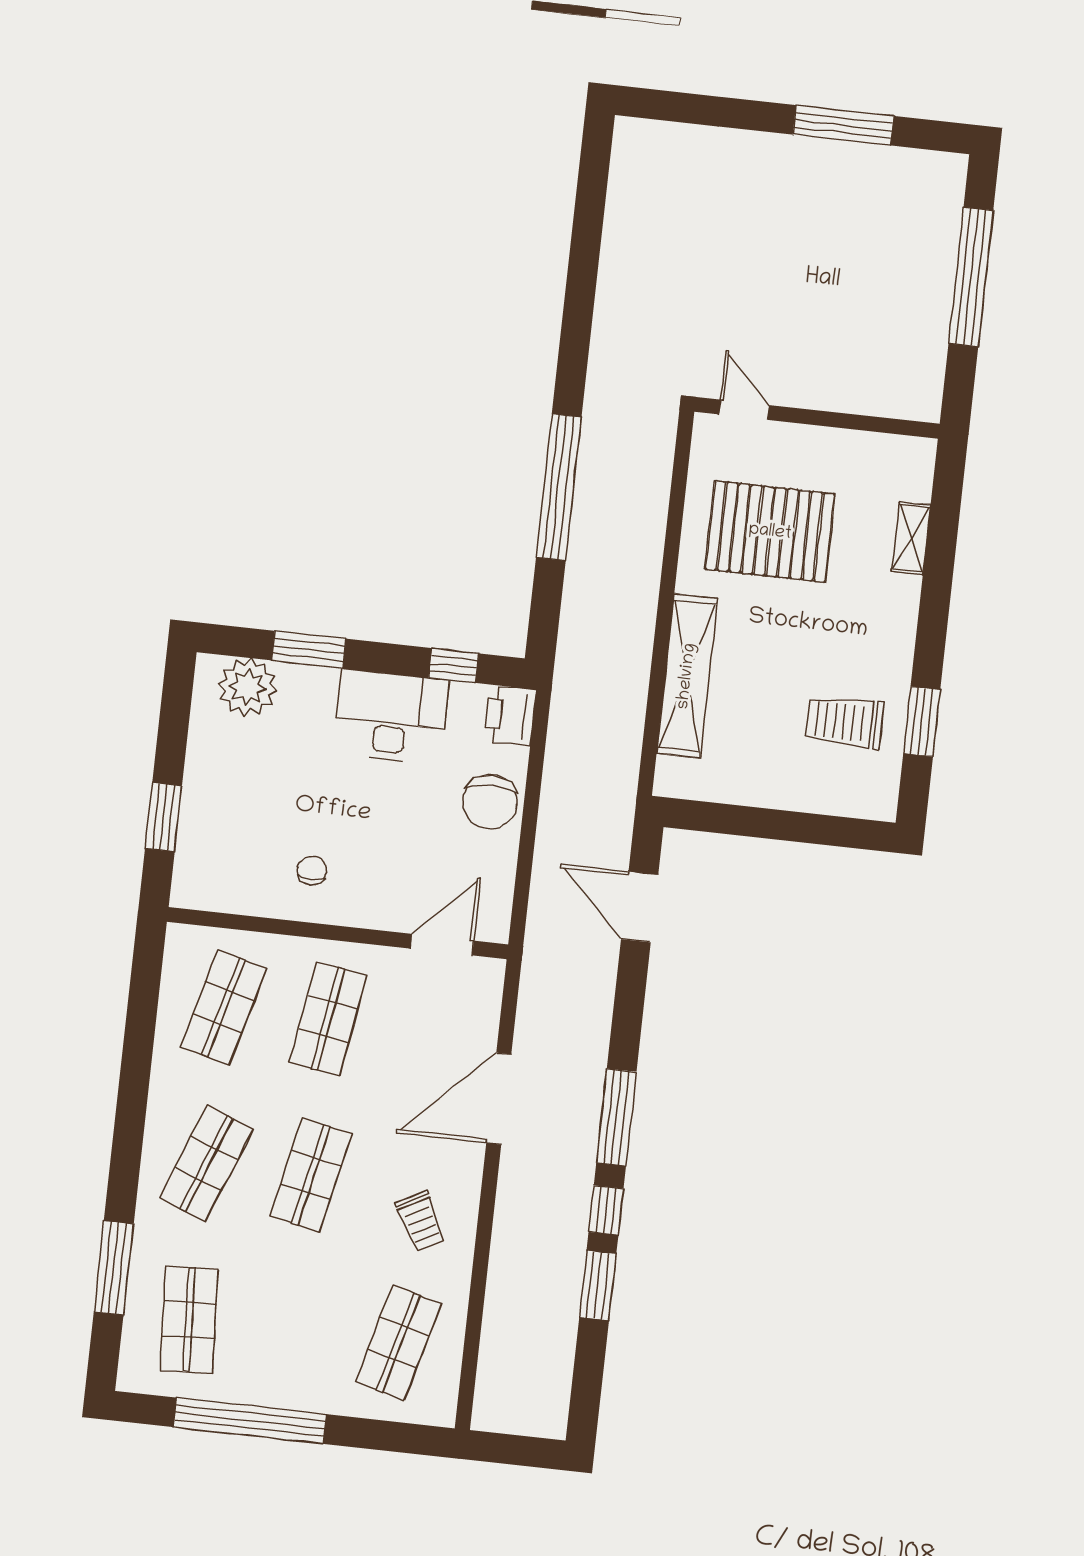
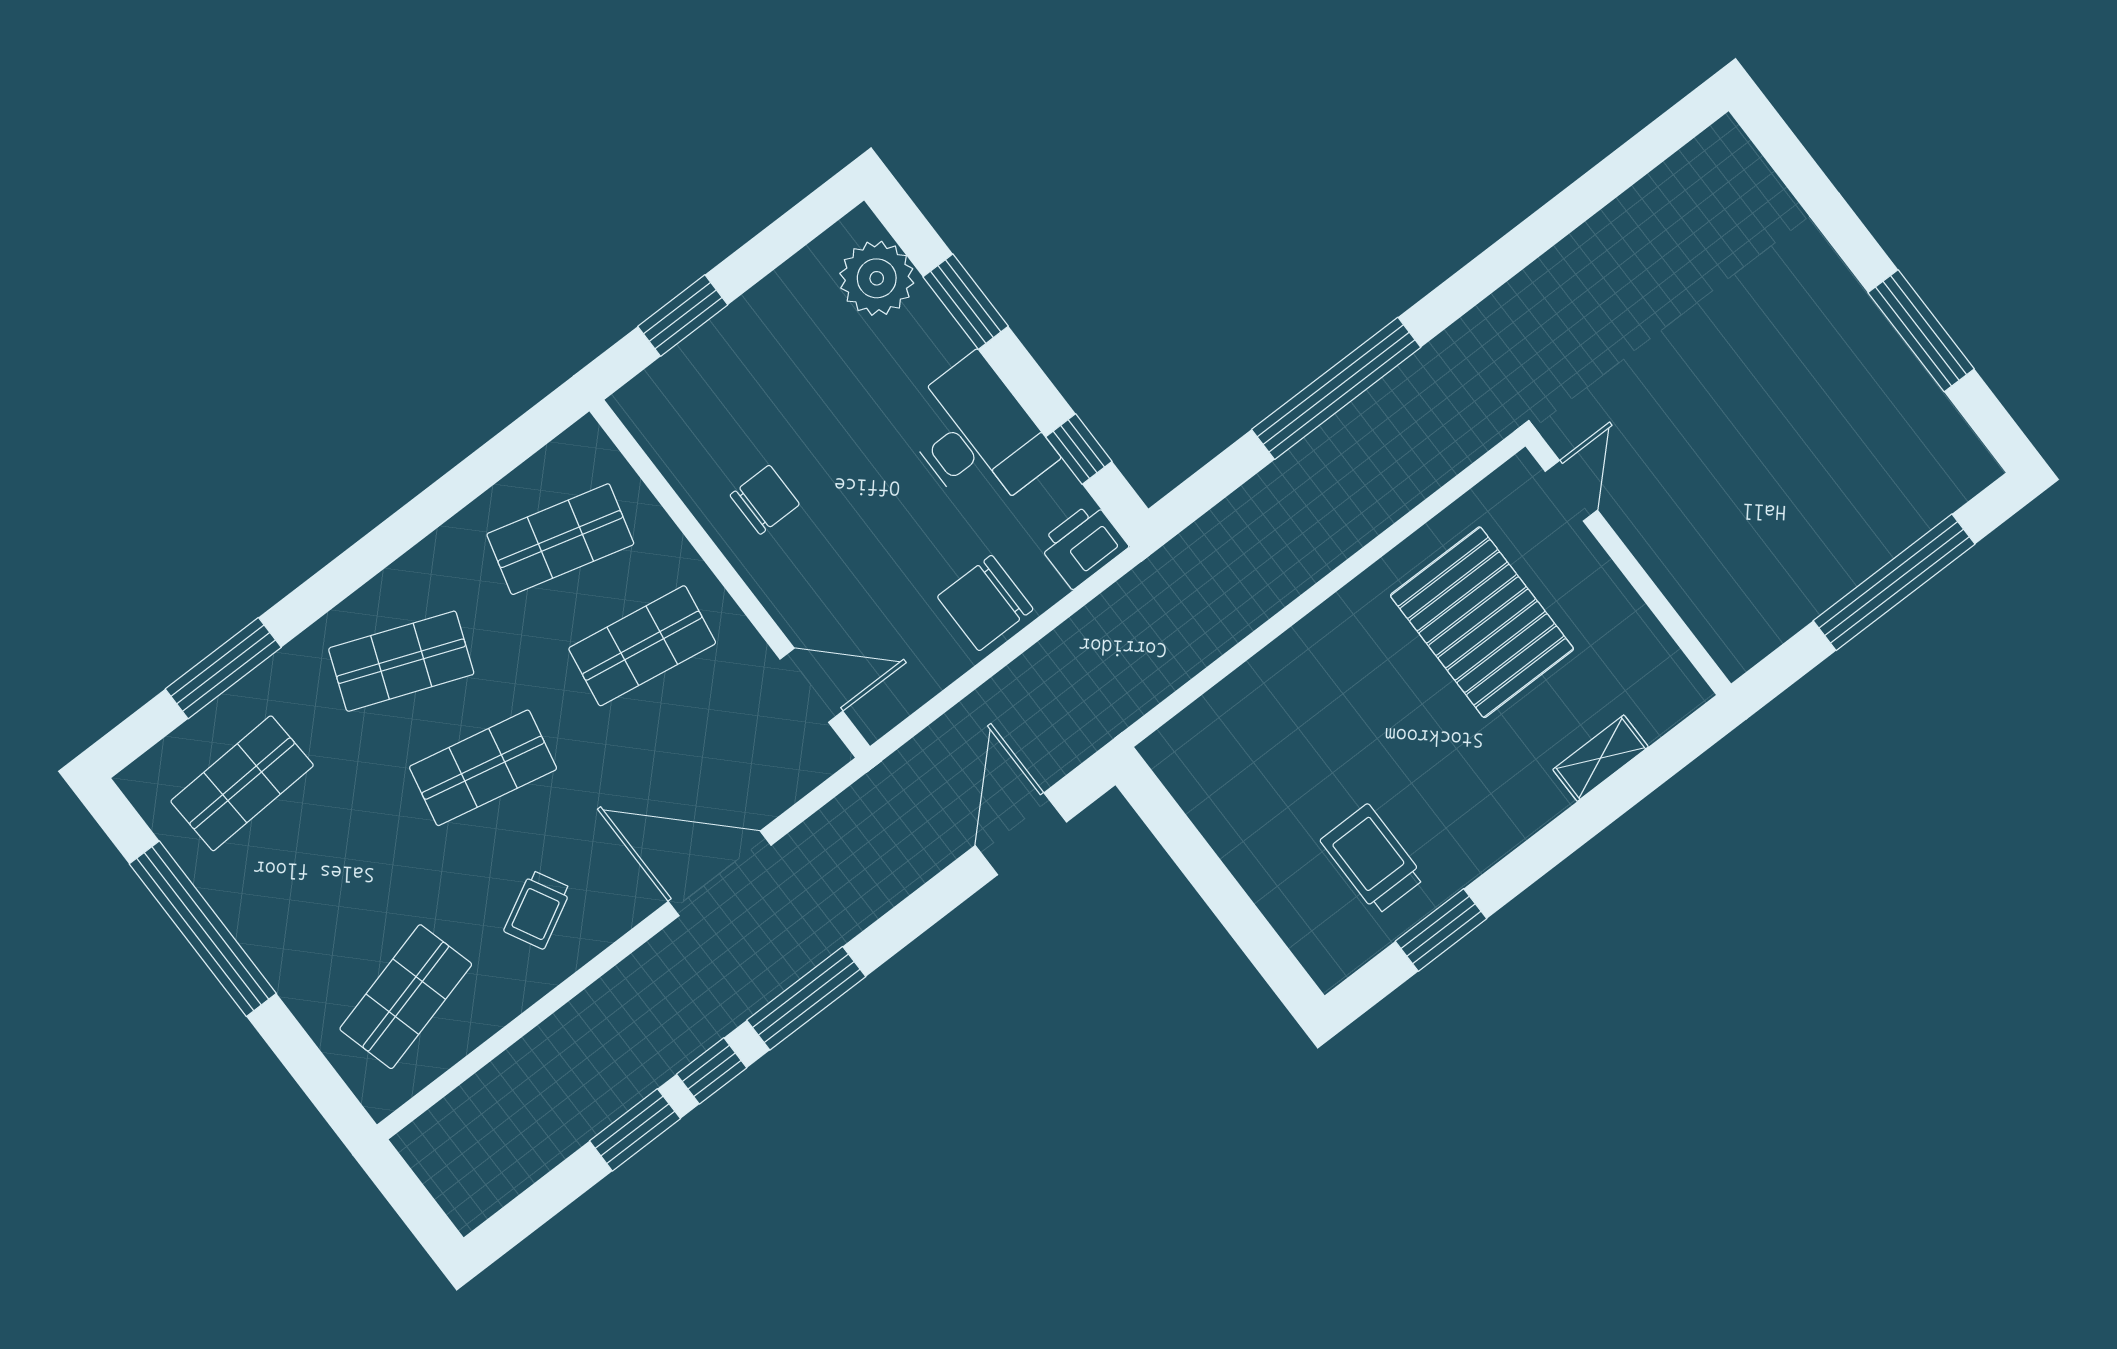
shelving: (687, 676) -> (1276, 673), removed
chair: (312, 871) -> (765, 500), width x1.37, depth x1.37
shop shelf: (398, 1343) -> (406, 997), turned -30

